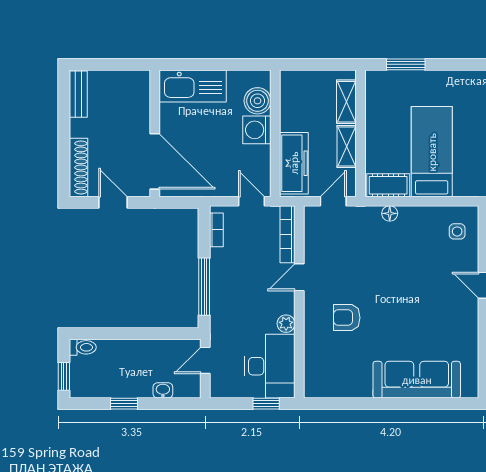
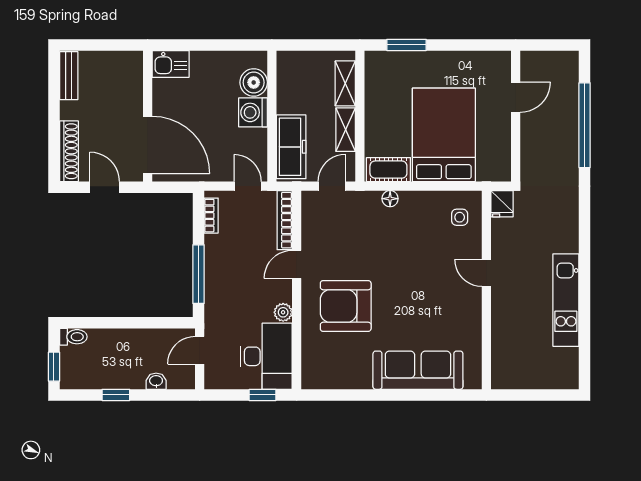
kitchen sink: (193, 86) -> (171, 64), width x0.53, depth x0.81
bed: (432, 152) -> (444, 135), width x1.50
armchair: (347, 318) -> (346, 306), width x1.88, depth x1.88

